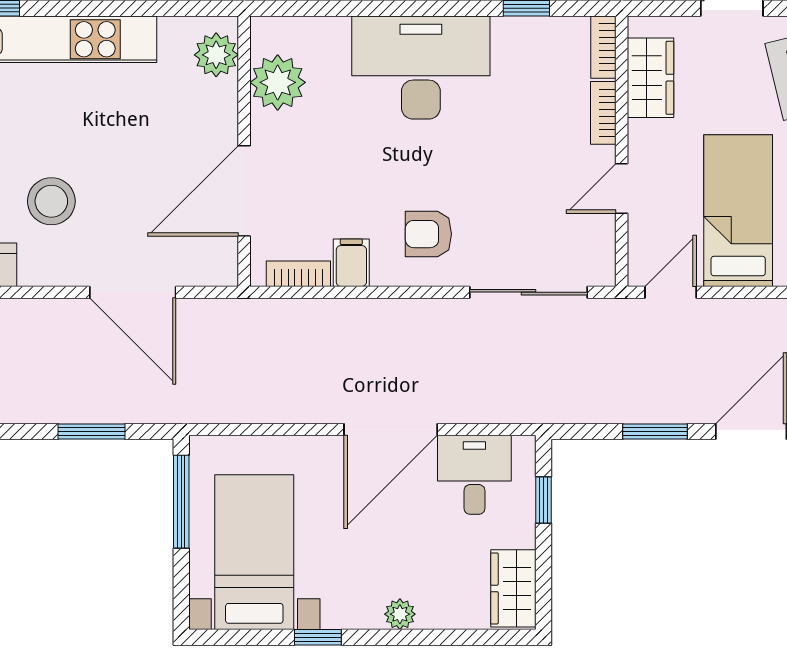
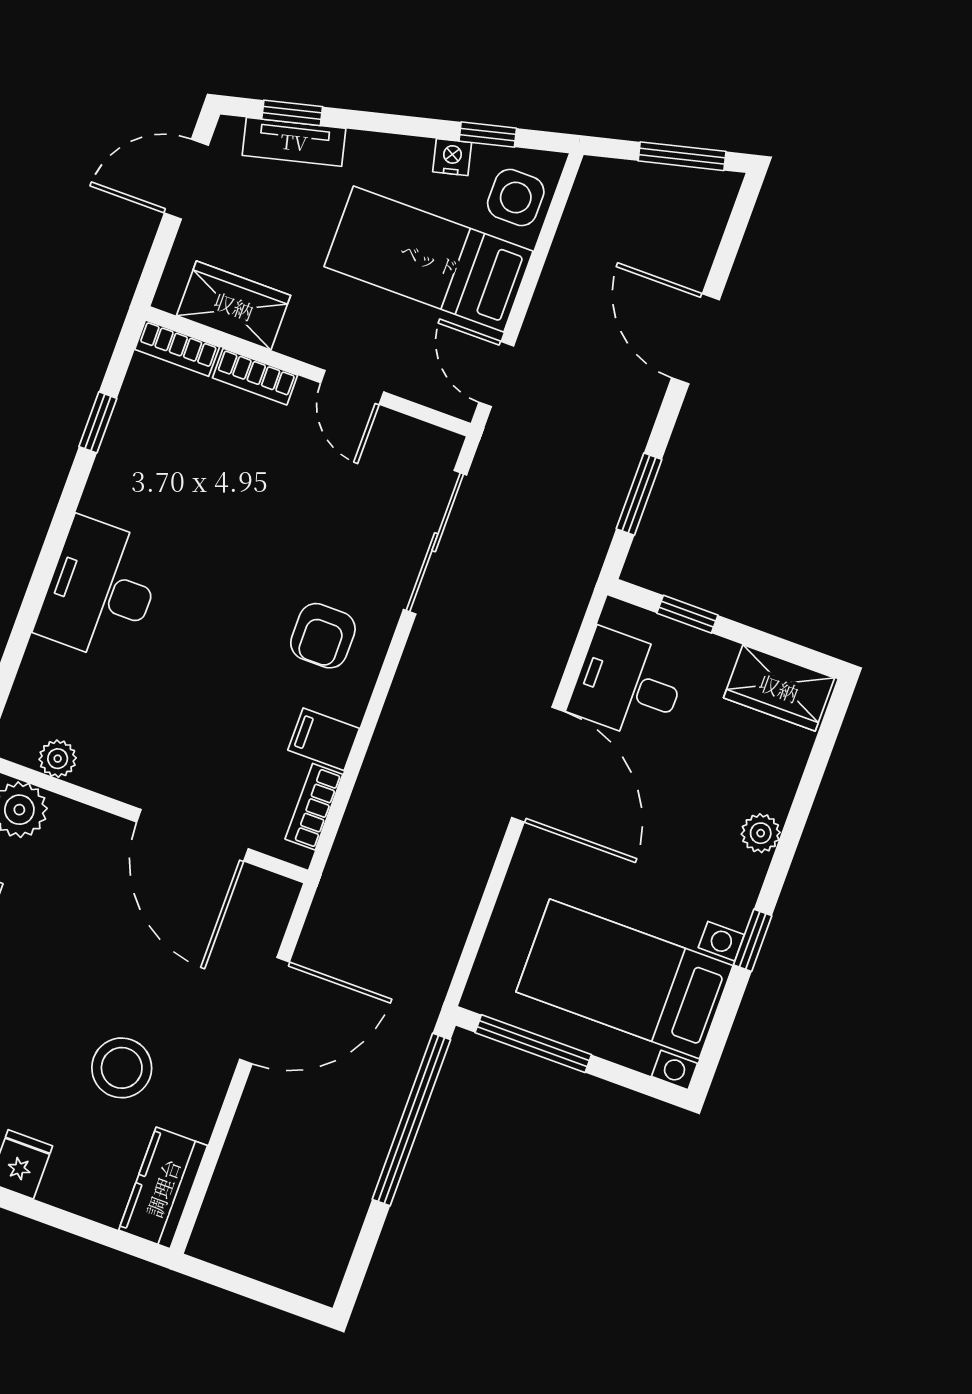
desk: (421, 68) -> (101, 590), width x0.73, depth x0.77
plant: (278, 82) -> (58, 759), width x0.53, depth x0.53
window: (92, 431) -> (411, 1120), width x2.11
window: (655, 431) -> (639, 494), moved

